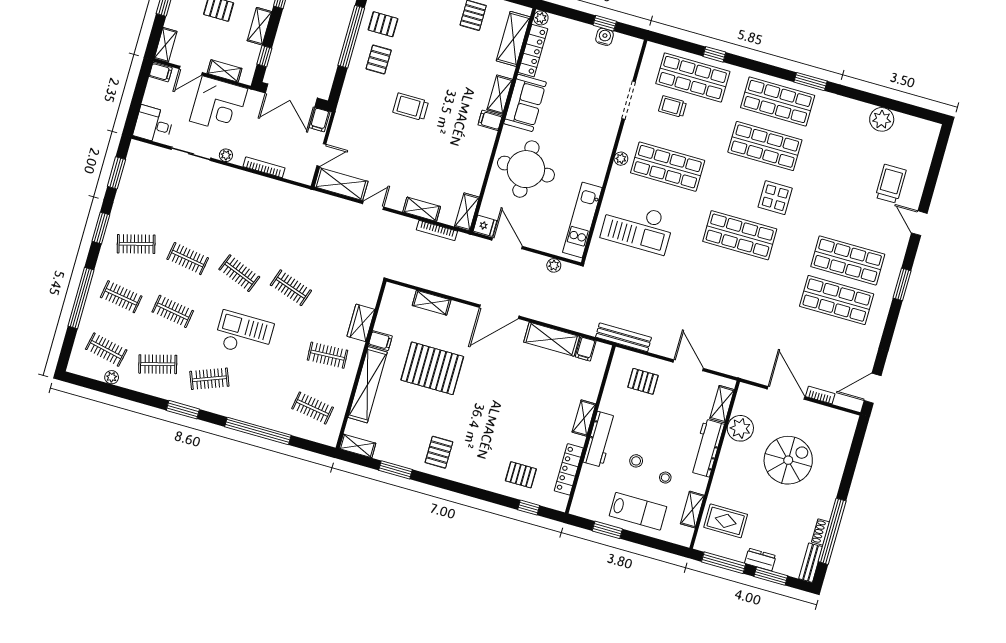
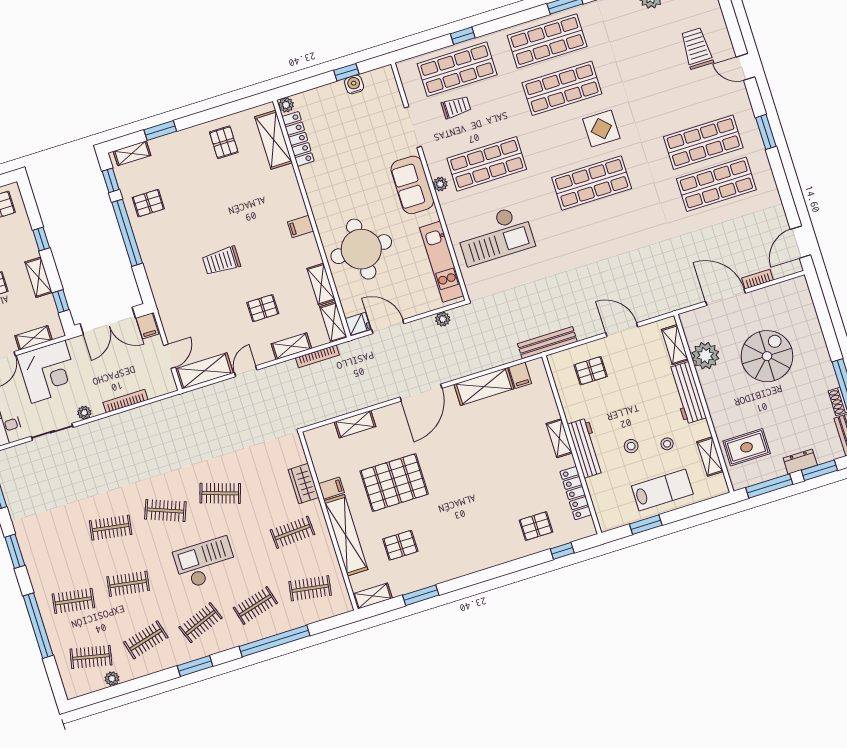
pallet: (379, 59) -> (263, 308), moved, turned 90
shelving: (500, 95) -> (321, 284), moved
sofa: (525, 103) -> (412, 185), moved, turned 180
trolley: (673, 107) -> (456, 107), turned 180
clothes rail: (136, 244) -> (255, 605), moved
pallet: (439, 452) -> (400, 545), moved, turned 90

